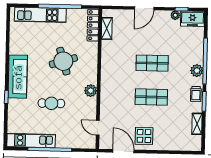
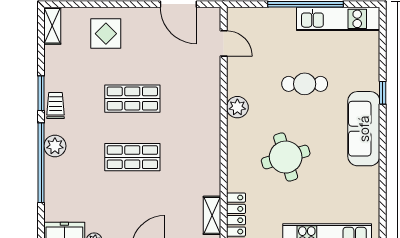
shelving: (197, 124) -> (52, 26), moved
display table: (144, 136) -> (106, 34), moved

